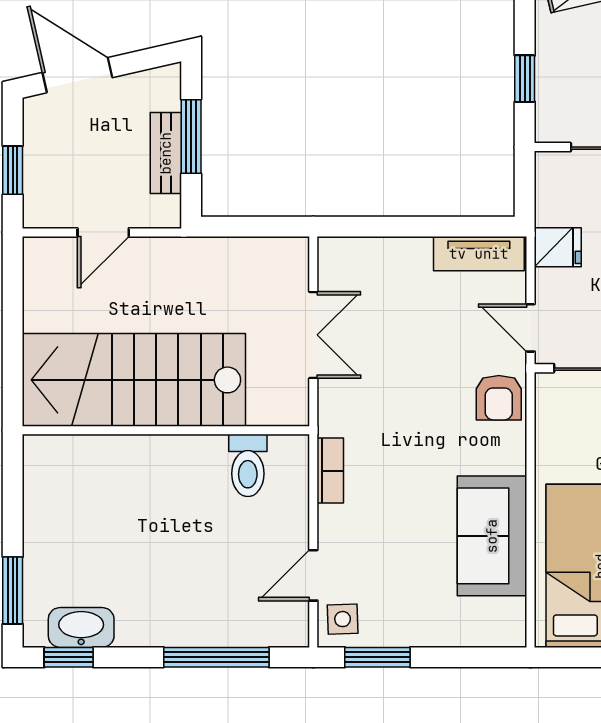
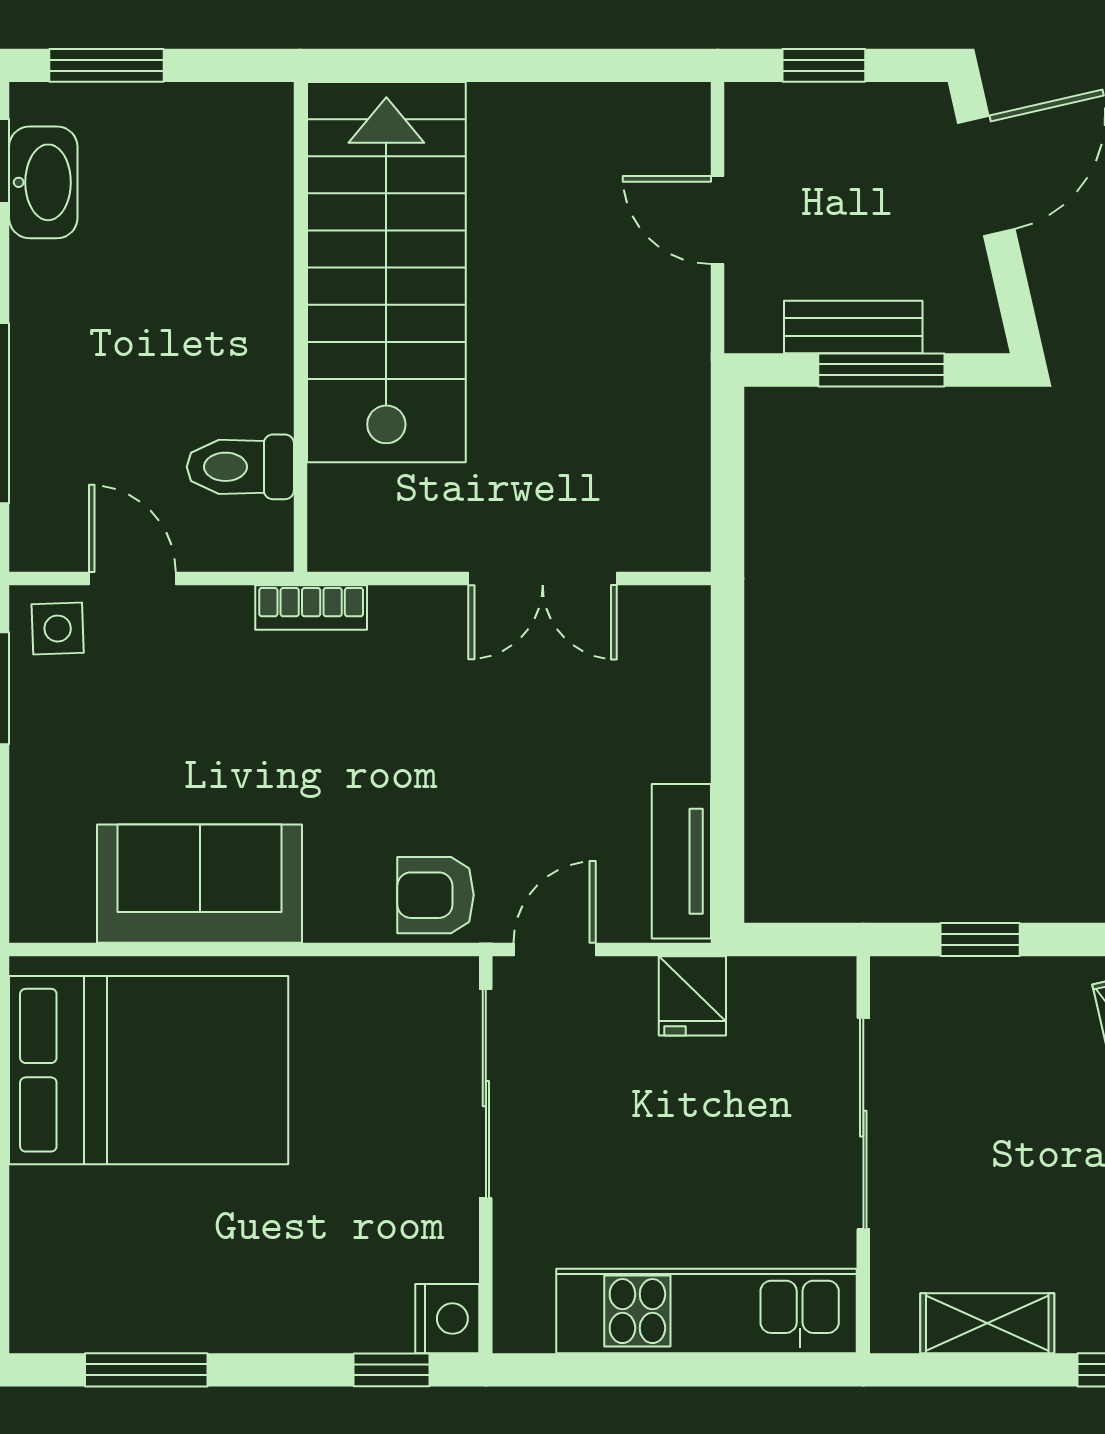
stairs: (134, 380) -> (386, 272), moved
wall: (166, 430) -> (300, 327), moved
toilet: (248, 465) -> (240, 467), moved

